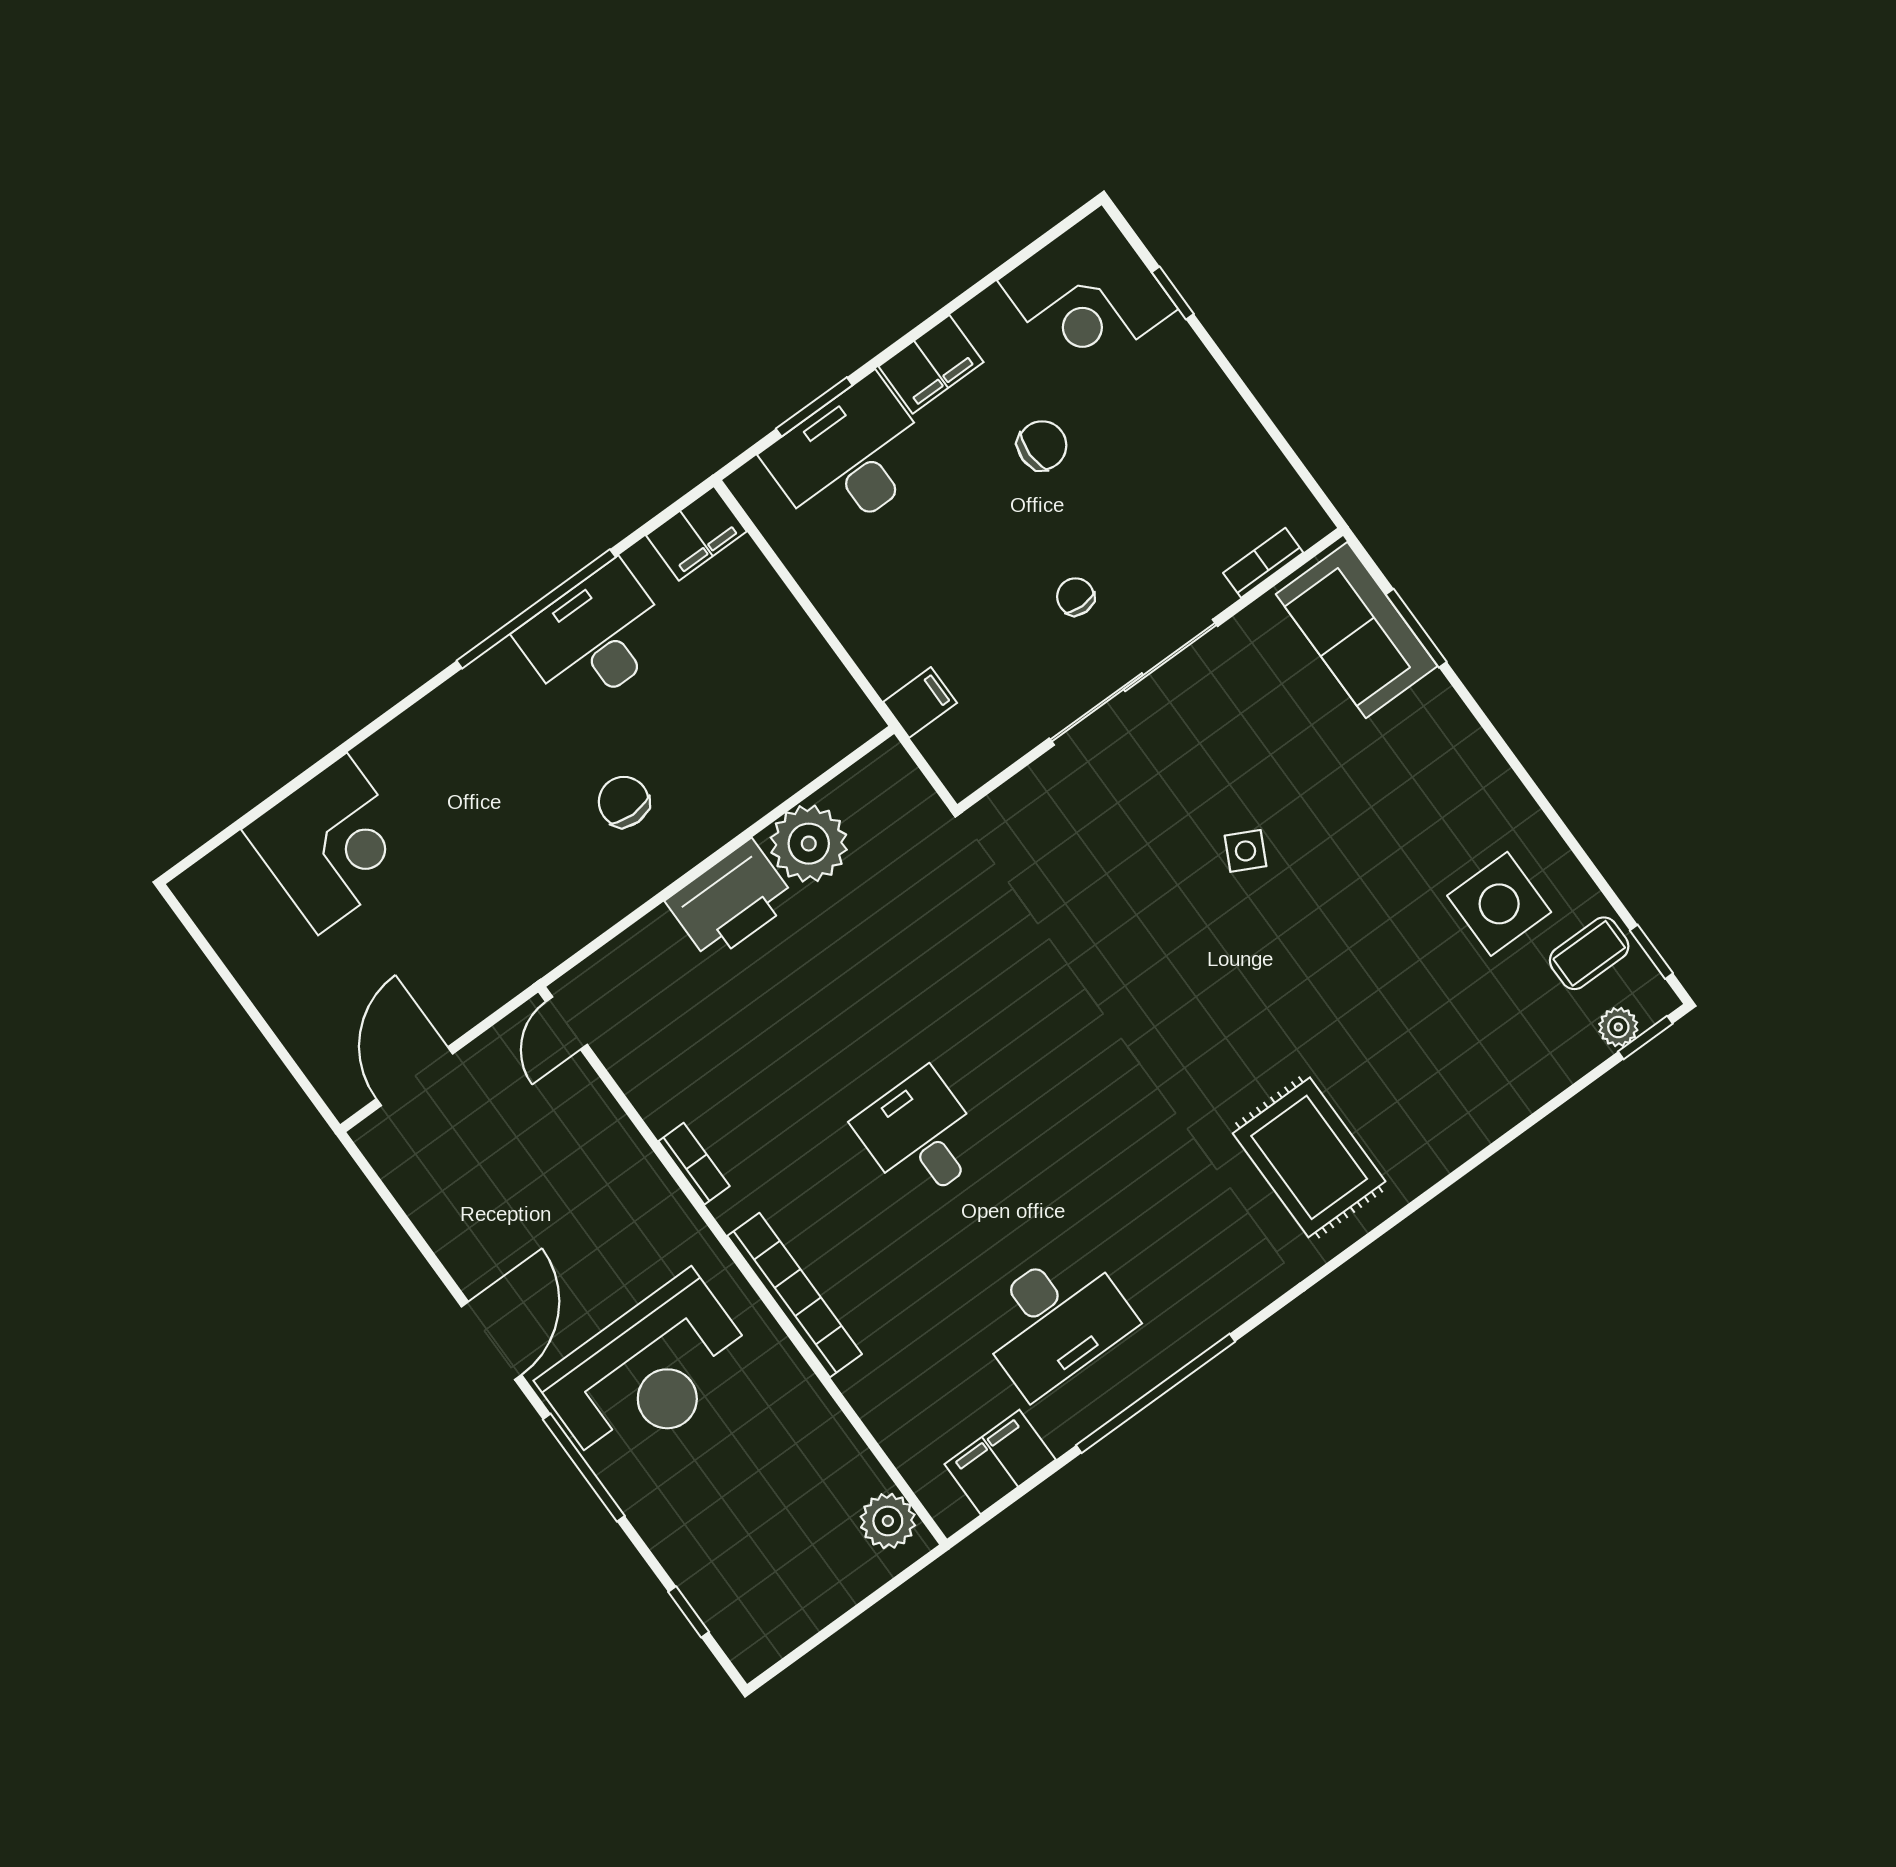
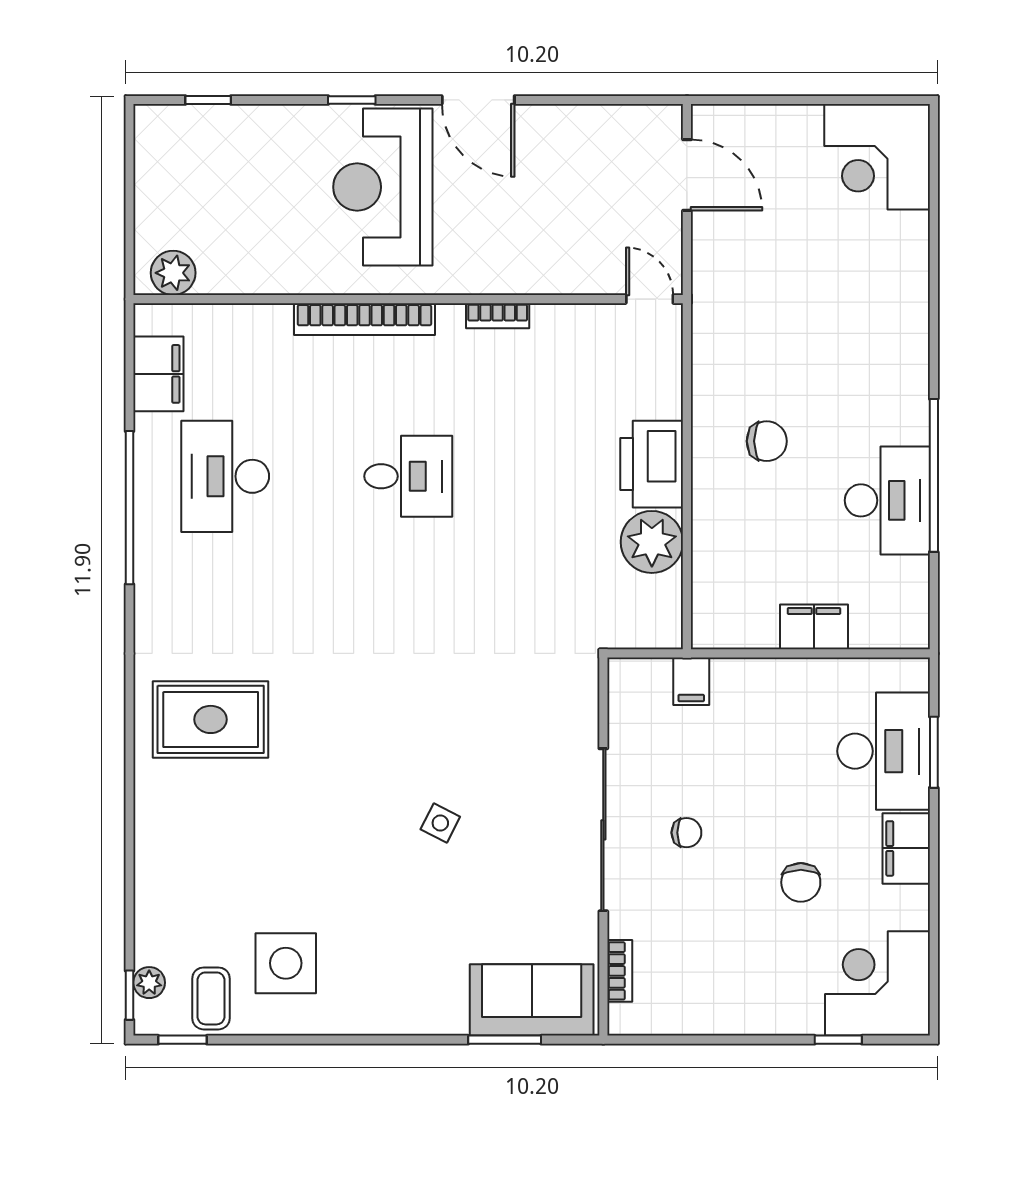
filing cabinet: (696, 533) -> (814, 627), moved, turned 90
corner desk: (332, 844) -> (877, 157), moved
window: (584, 1468) -> (352, 100), width x0.46

